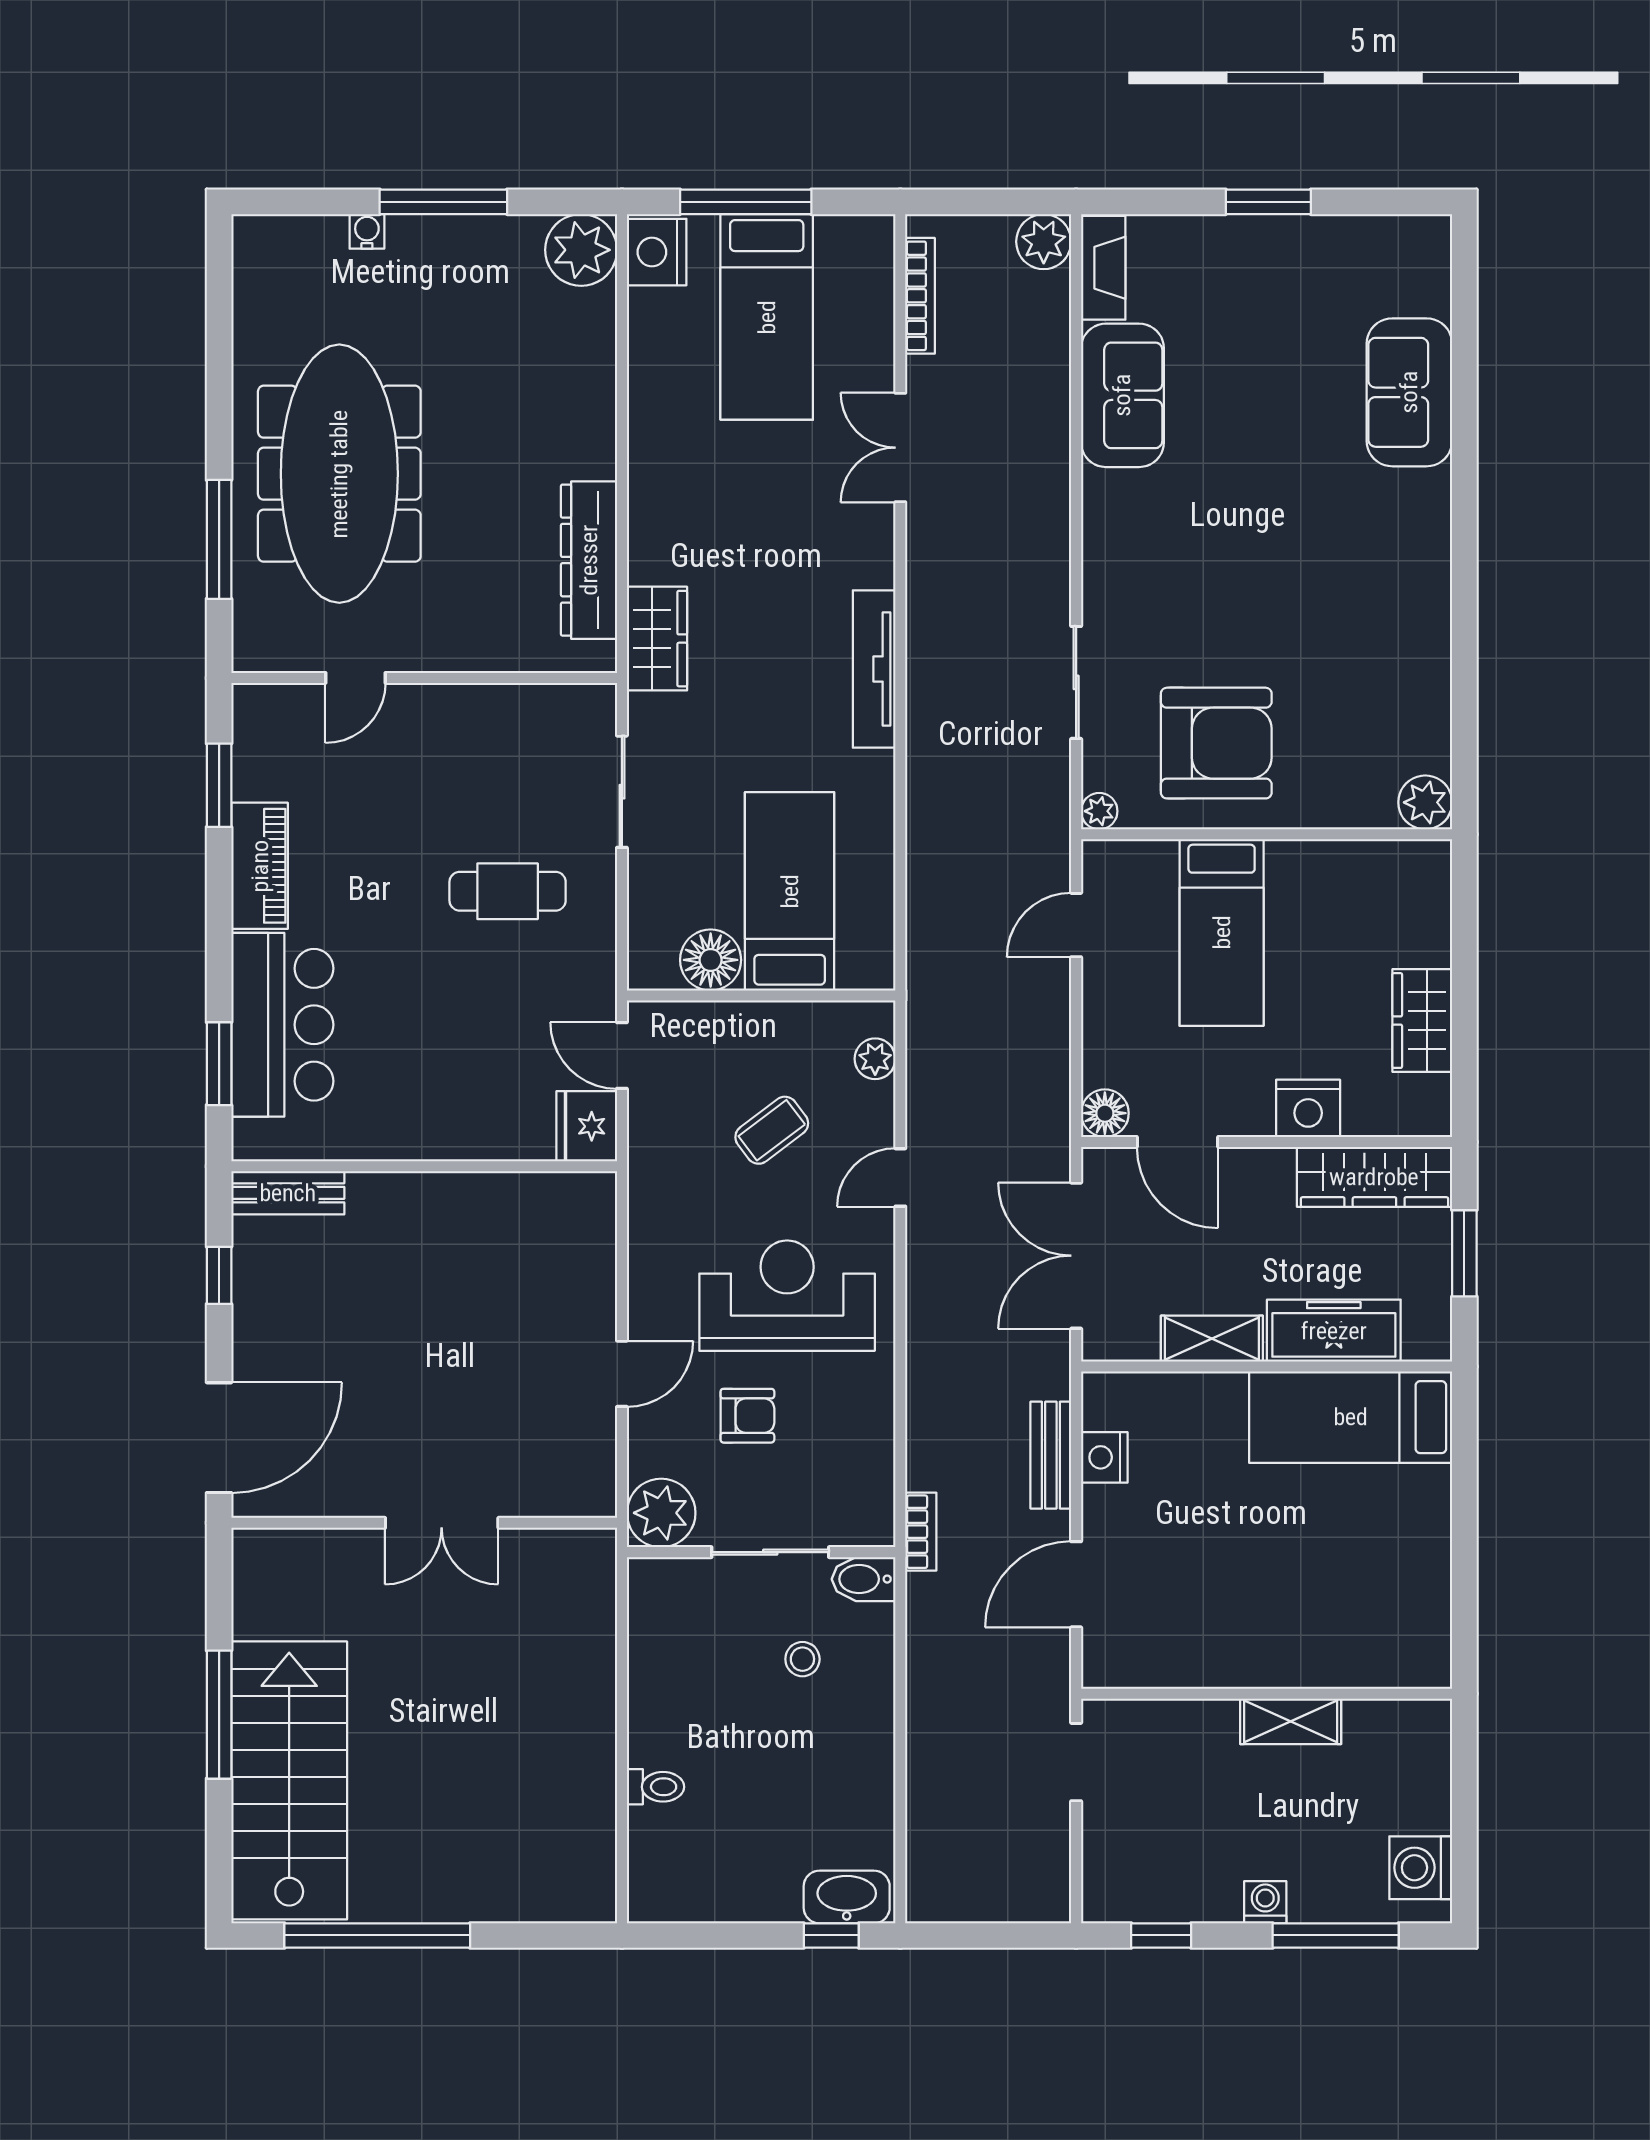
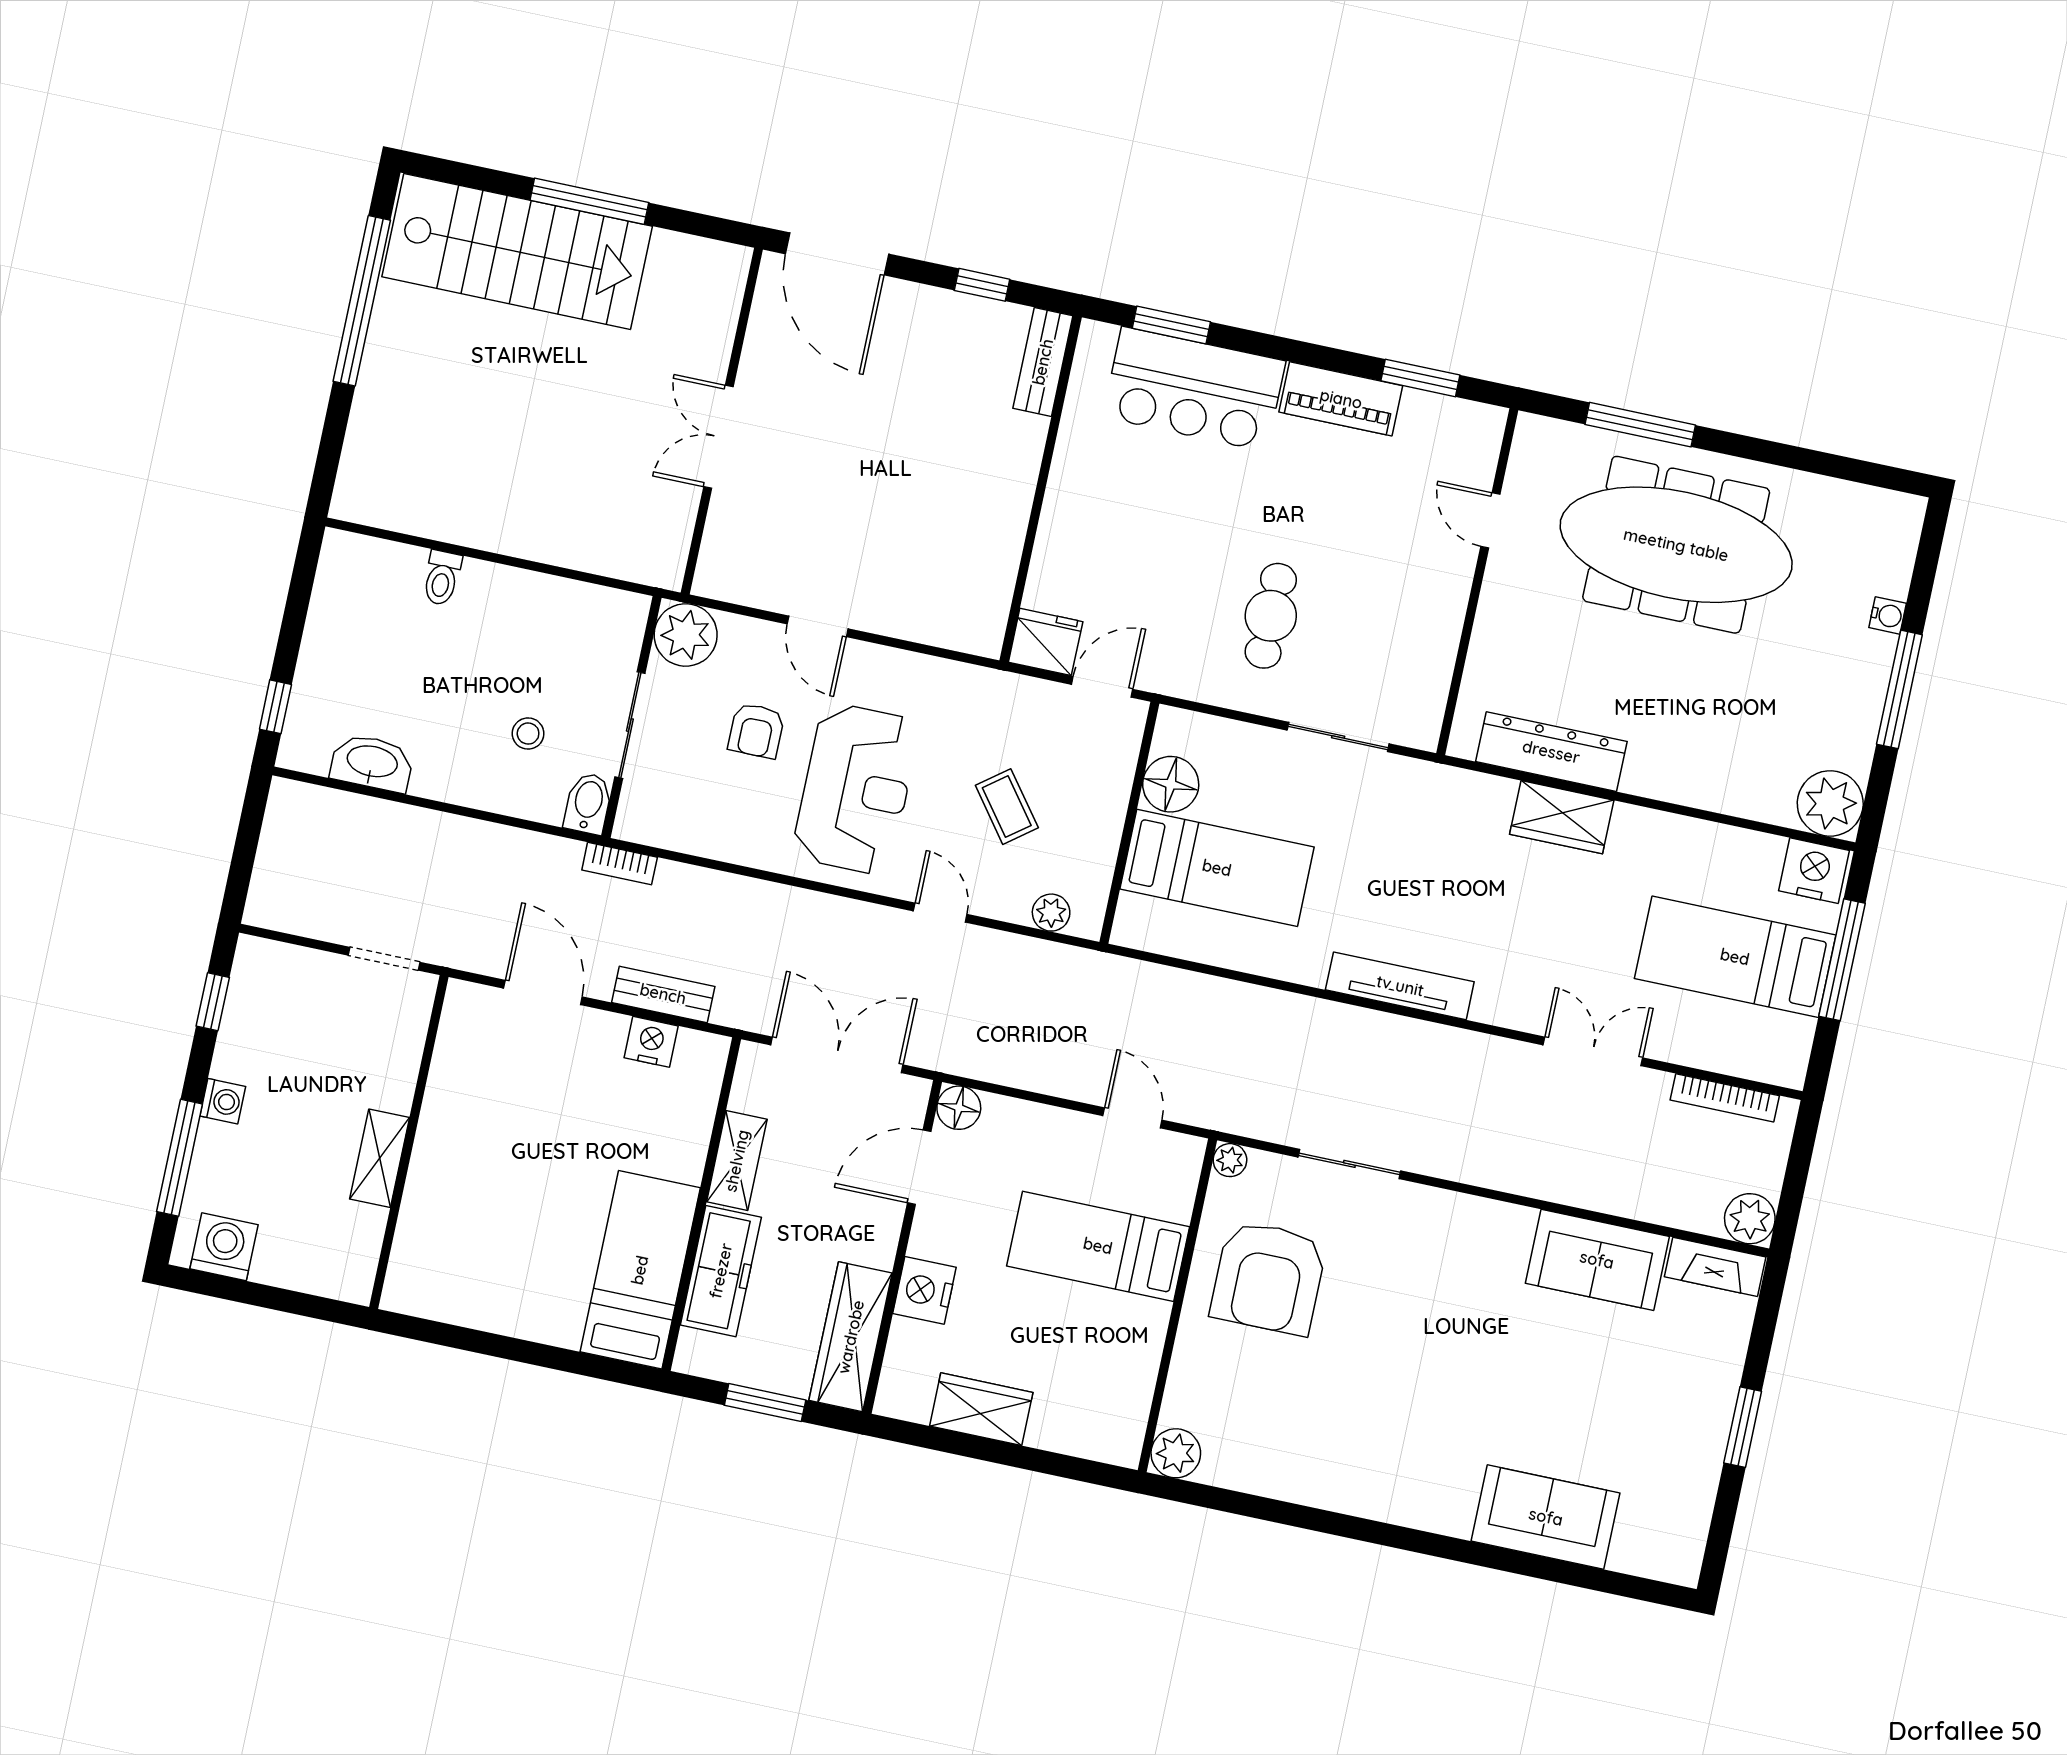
wardrobe: (657, 639) -> (1562, 817), moved
washbasin: (847, 1897) -> (372, 763), moved, turned -90

